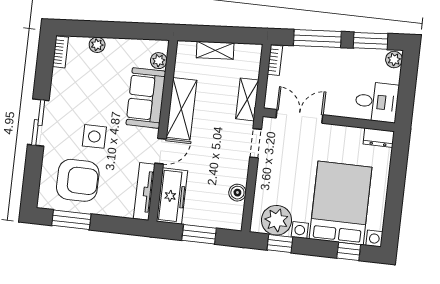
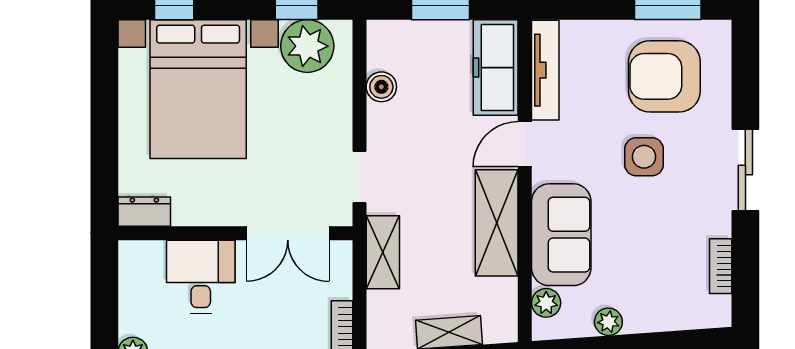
plant: (97, 45) -> (608, 322), moved
bookcase: (60, 52) -> (721, 266), moved
desk: (377, 102) -> (201, 277), moved, turned 90

